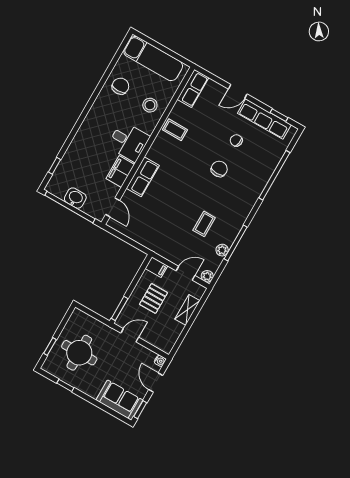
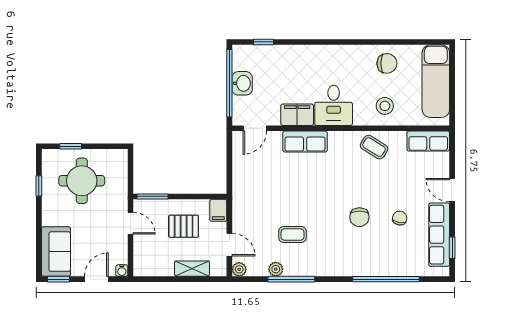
coffee table: (175, 130) -> (374, 147), turned -58
chair: (219, 169) -> (359, 217), turned 90

